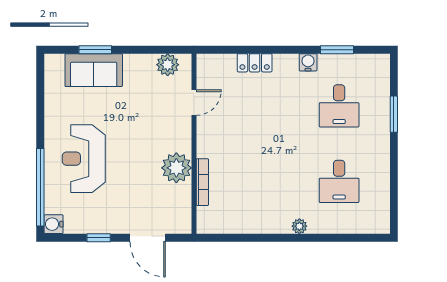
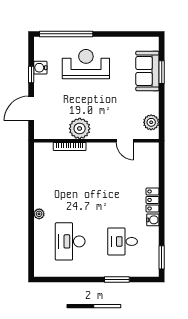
window: (337, 50) -> (162, 257), moved
locker: (255, 63) -> (153, 200), moved
desk: (339, 181) -> (70, 241), width x1.37
water cooler: (54, 224) -> (40, 68), moved, turned -90

